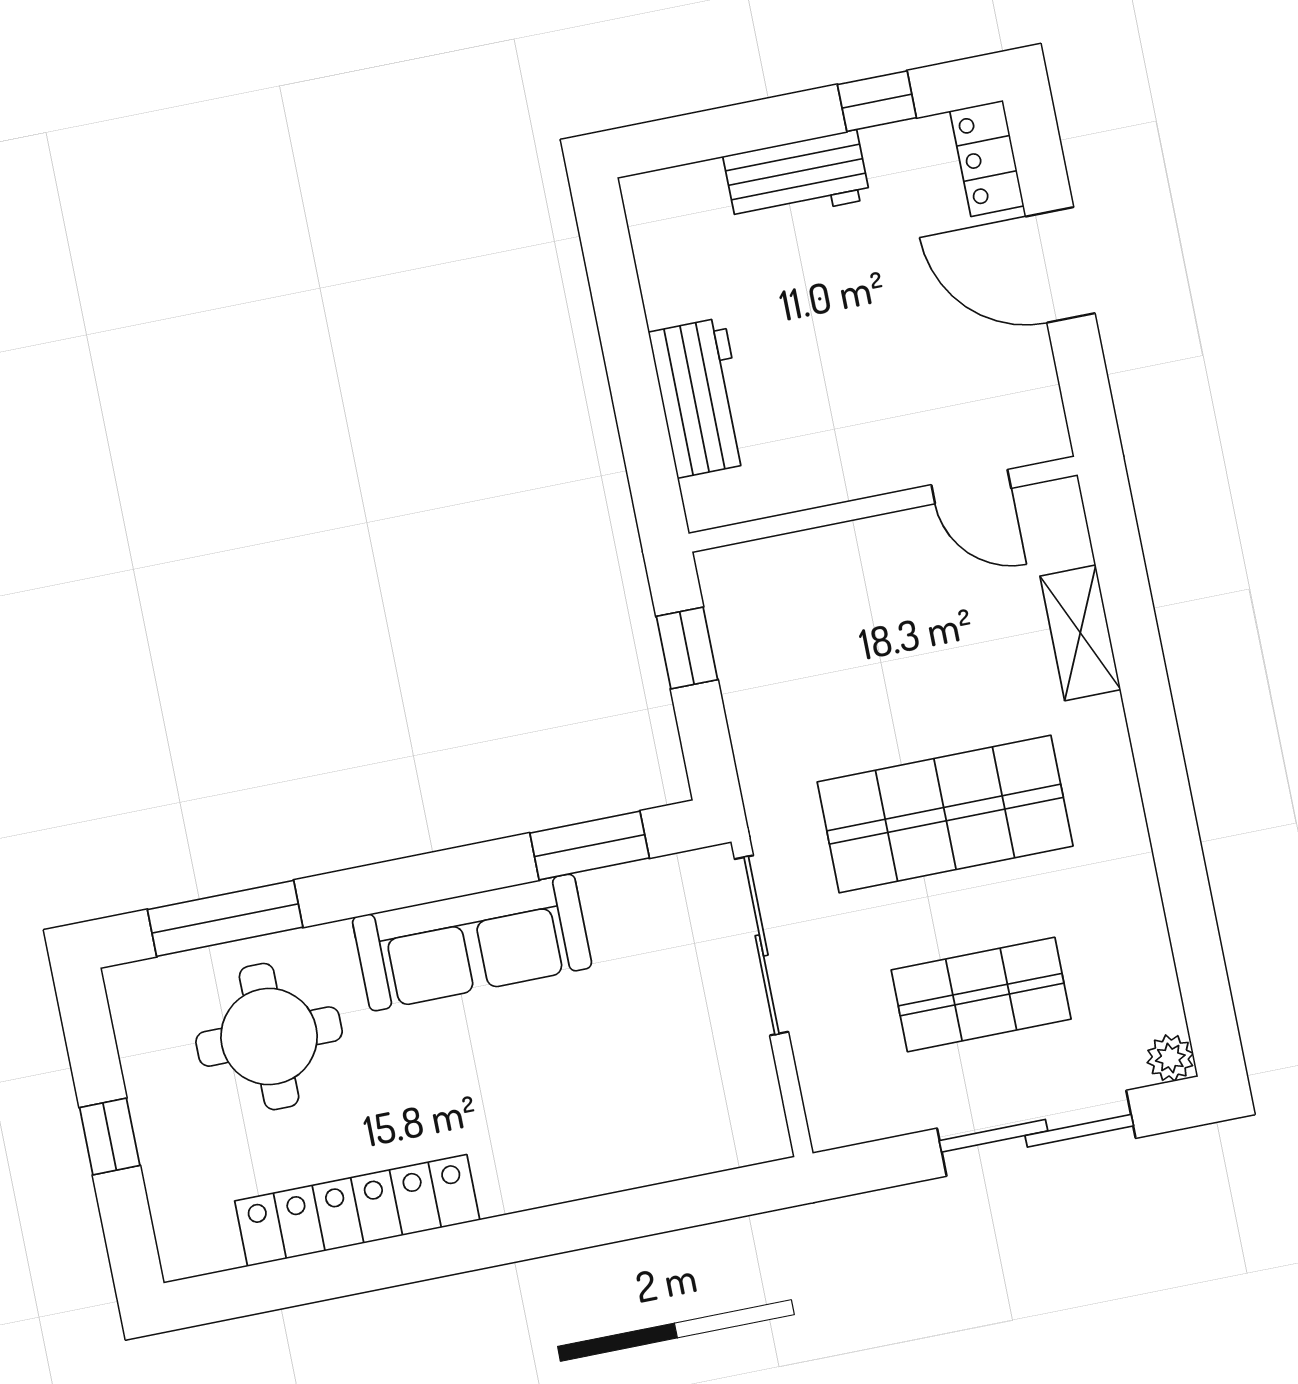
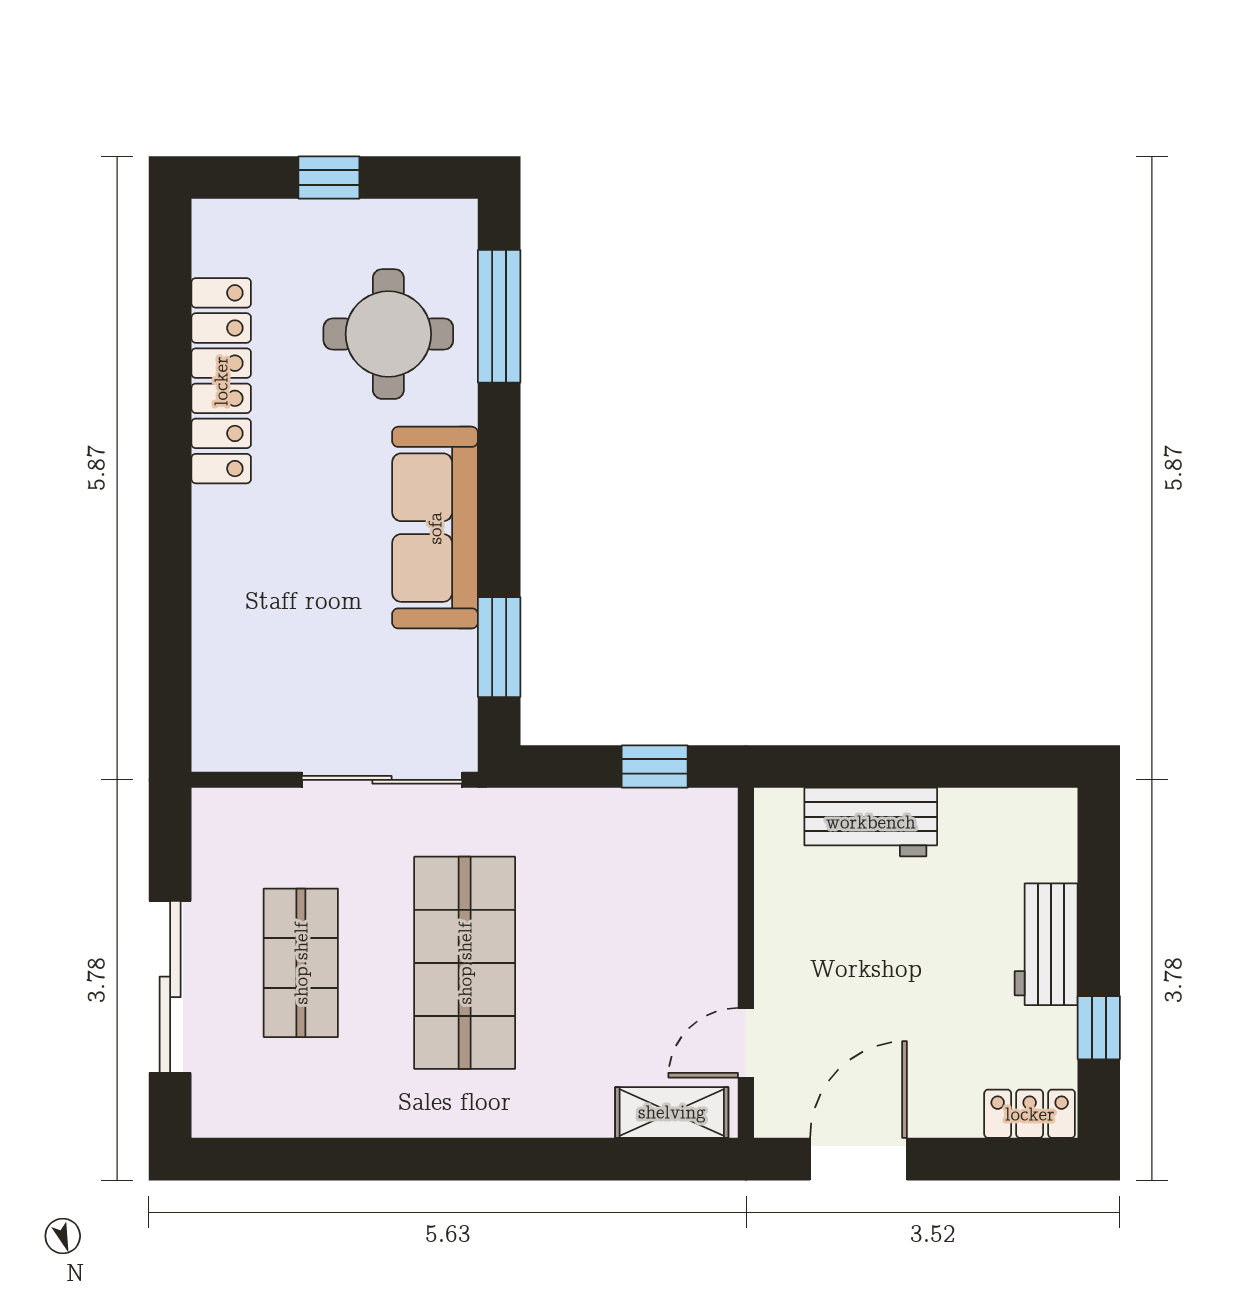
door: (1060, 265) -> (858, 1159), moved
shelving: (1080, 633) -> (672, 1112), moved
plant: (1170, 1058) -> (212, 1117), removed

